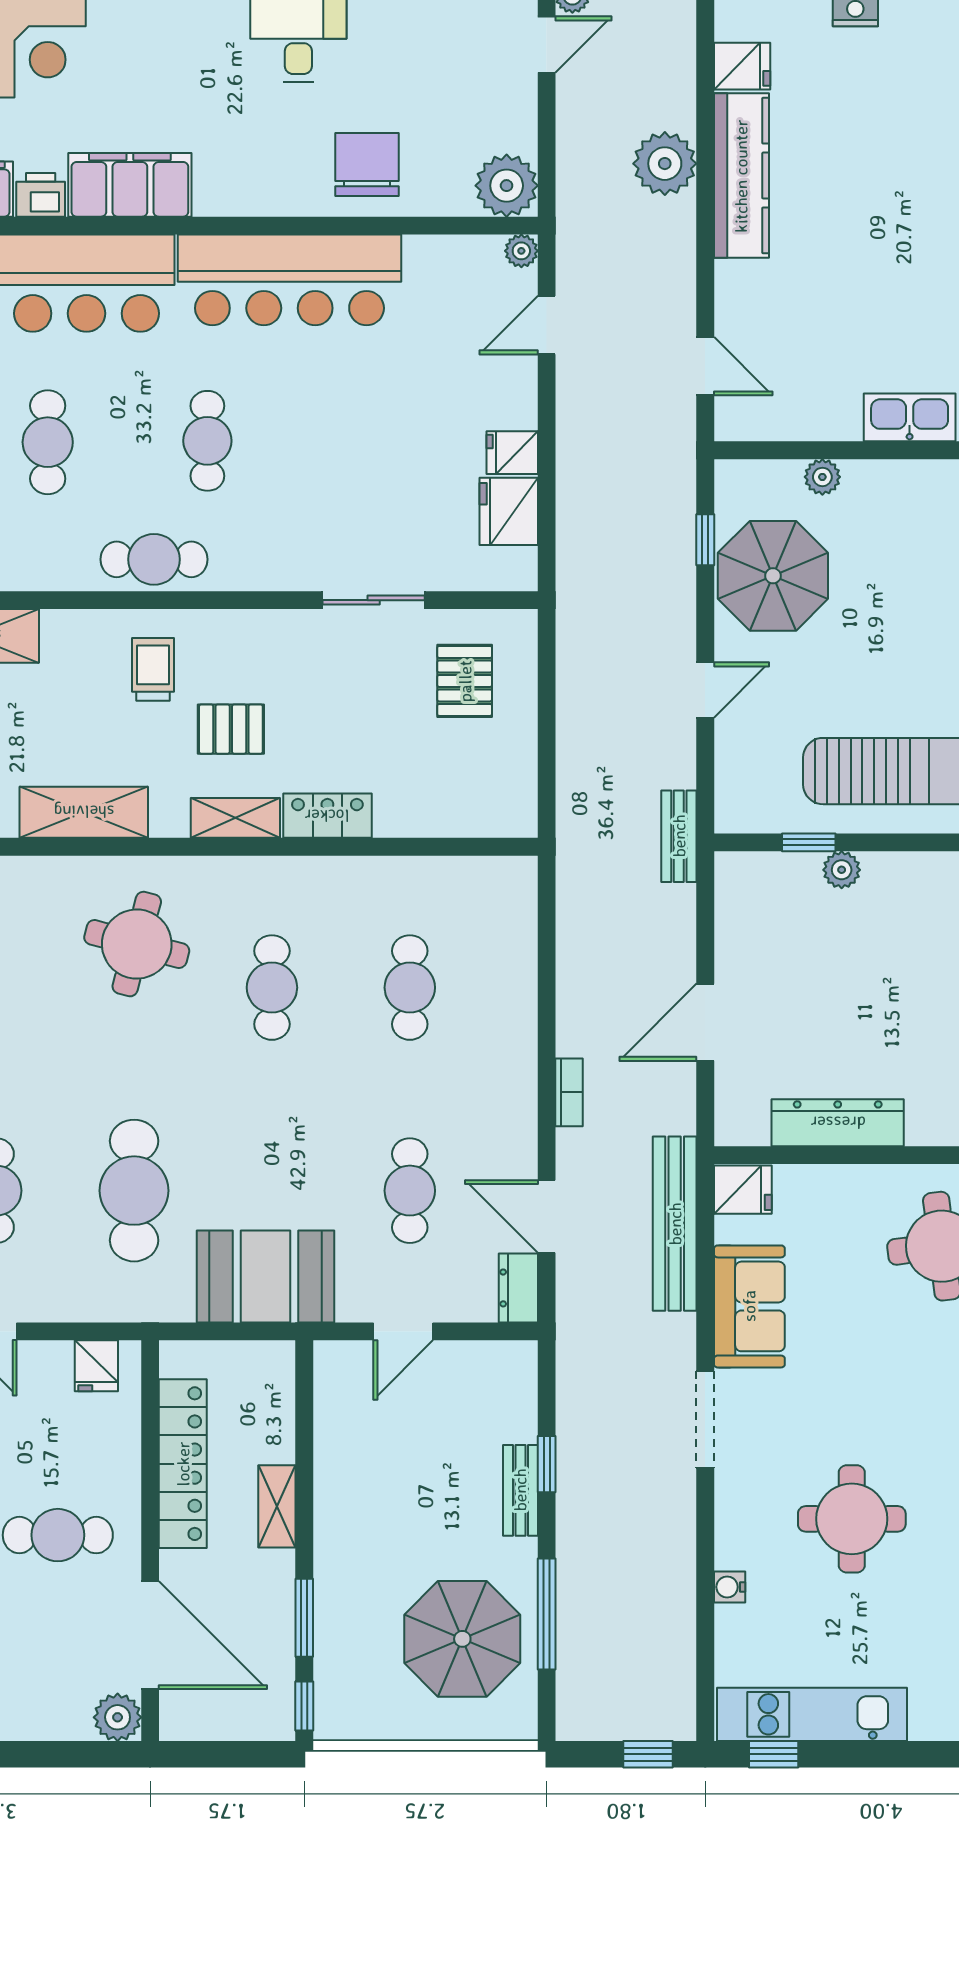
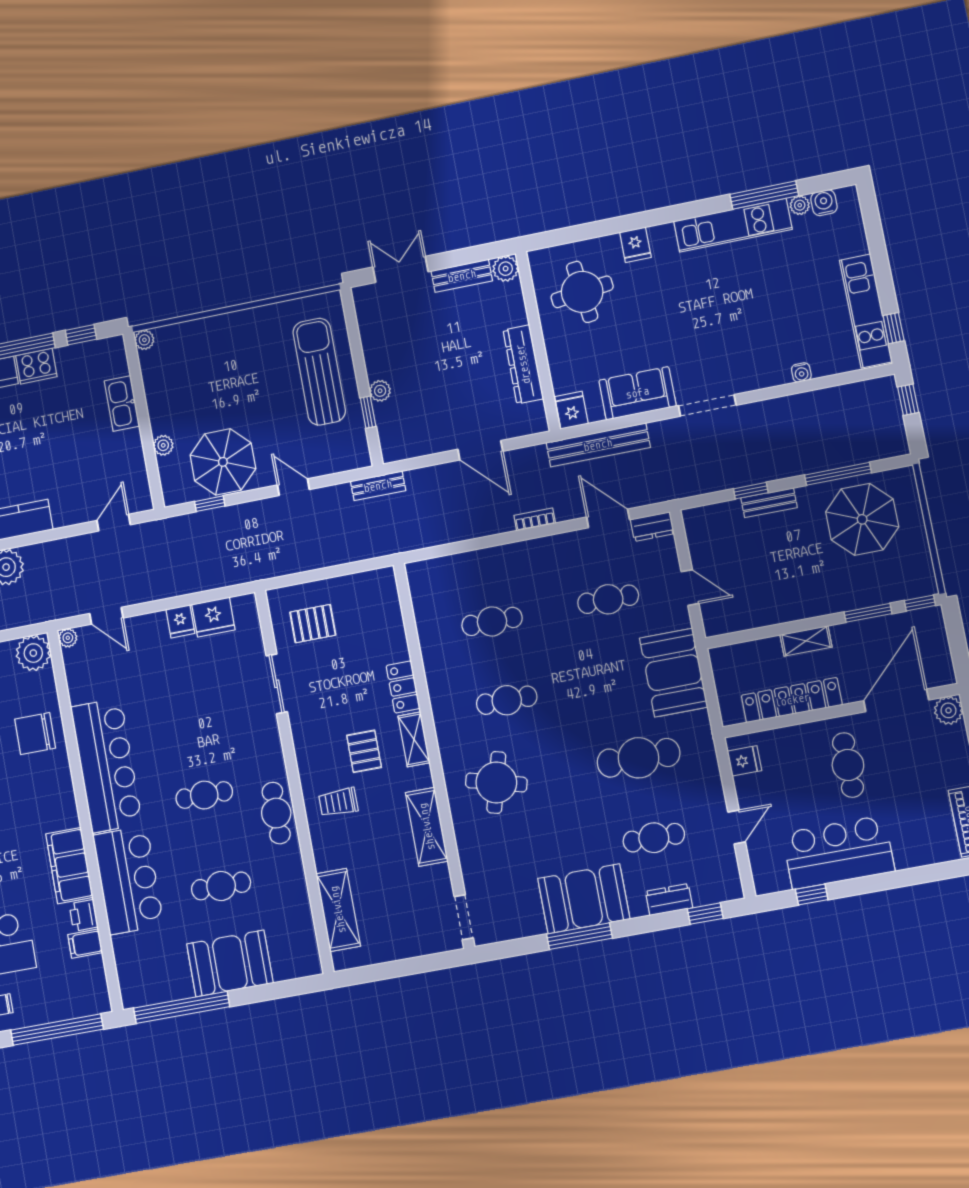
door: (547, 1217) -> (608, 518), swing flipped
round table: (852, 1519) -> (748, 311), removed

